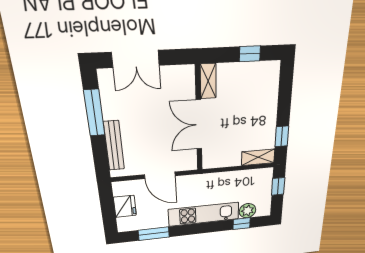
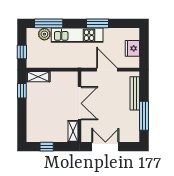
double door: (136, 59) -> (105, 147), moved
window: (242, 224) -> (49, 23), width x2.17
window: (154, 234) -> (98, 23), moved

